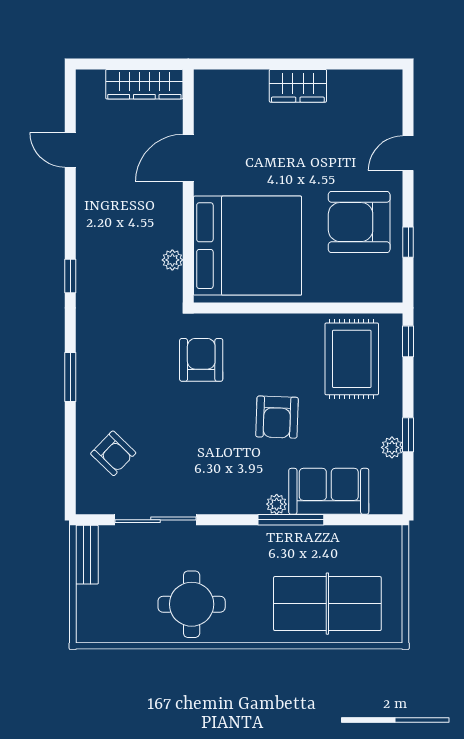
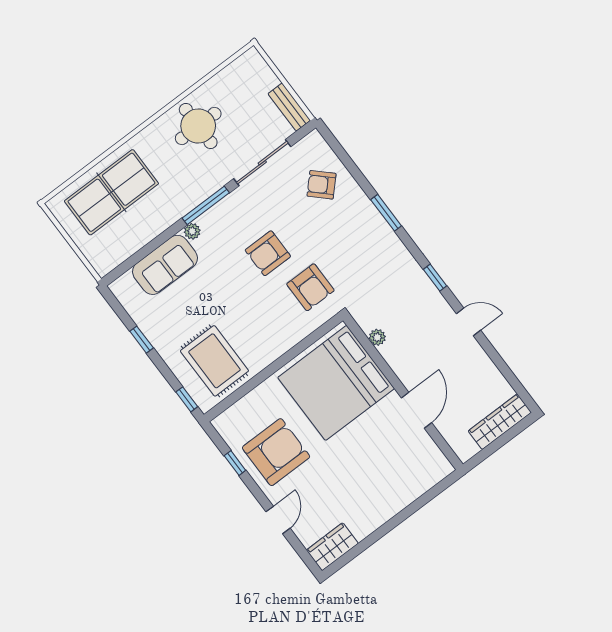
wardrobe: (144, 84) -> (500, 422), moved
wardrobe: (298, 86) -> (332, 547), moved
door: (70, 150) -> (469, 322), moved
armchair: (277, 417) -> (268, 253), moved, turned -92
plant: (392, 447) -> (146, 324), removed
window: (291, 520) -> (206, 205), moved

